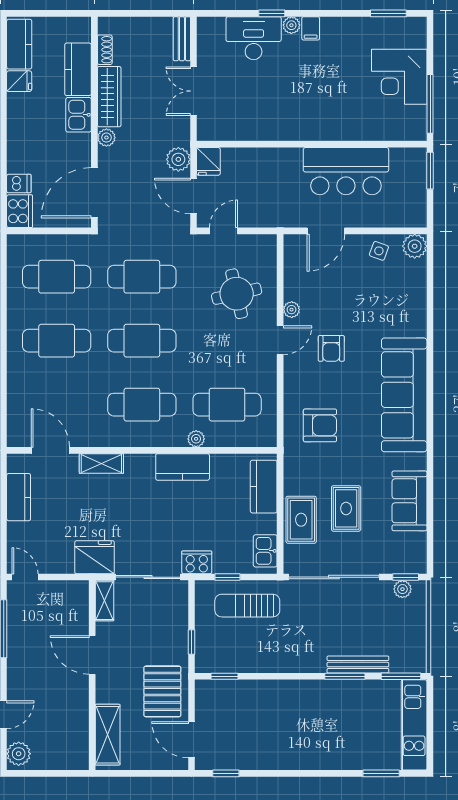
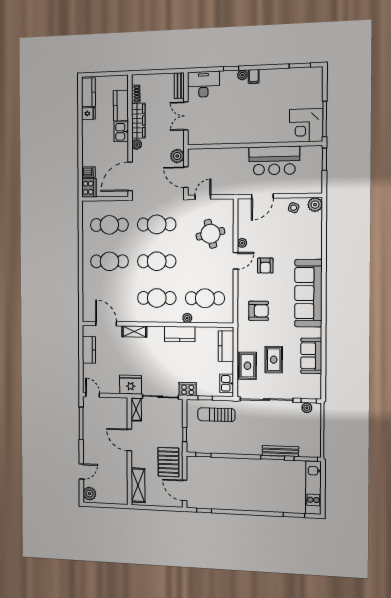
desk: (254, 38) -> (203, 84), moved
corner desk: (399, 77) -> (306, 125), moved
fridge: (208, 161) -> (194, 157), removed

